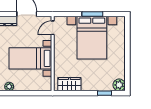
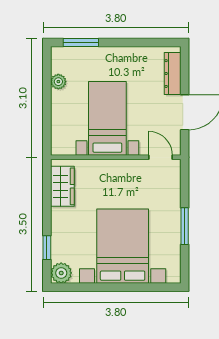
bed with nightstands: (92, 38) -> (123, 246), moved, turned 90

